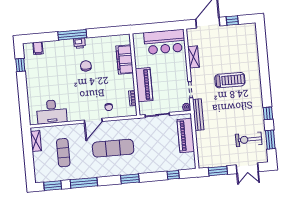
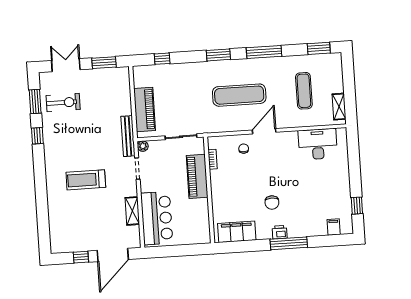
bar counter: (165, 42) -> (157, 218), moved, turned 90
filing cabinet: (125, 60) -> (237, 232), moved, turned -90
window: (84, 183) -> (264, 52), moved

